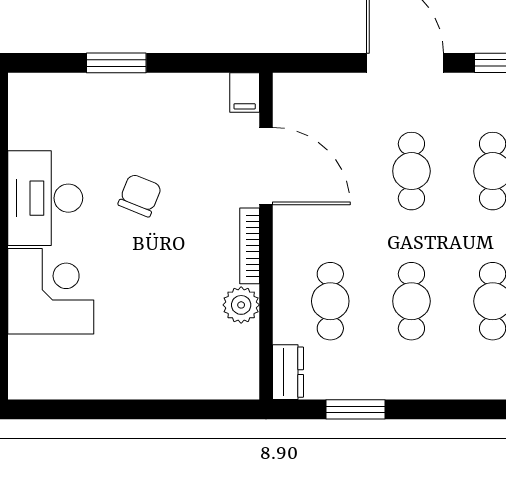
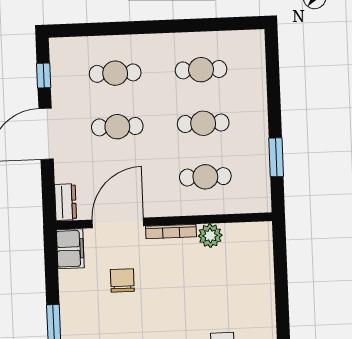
filing cabinet: (245, 92) -> (70, 249), width x2.00
chair: (140, 195) -> (122, 280), moved, turned 68
dresser: (288, 372) -> (65, 202), moved, turned 90

